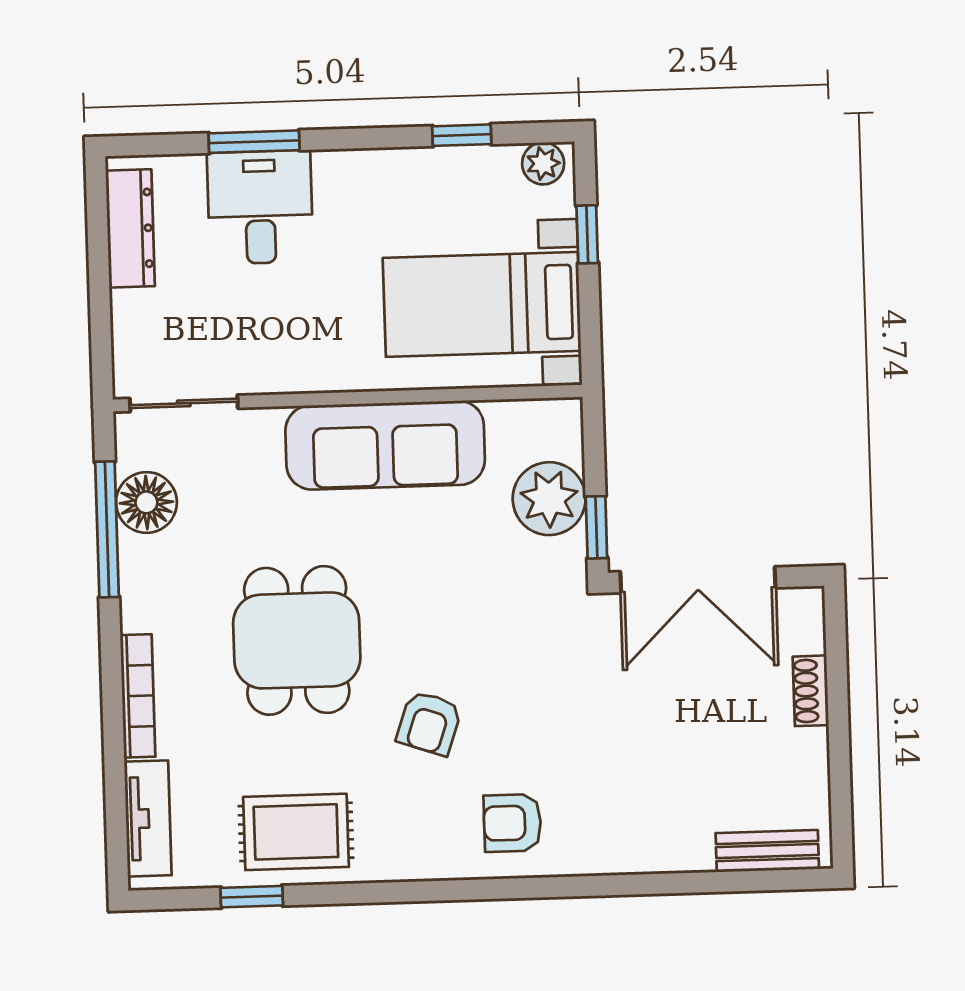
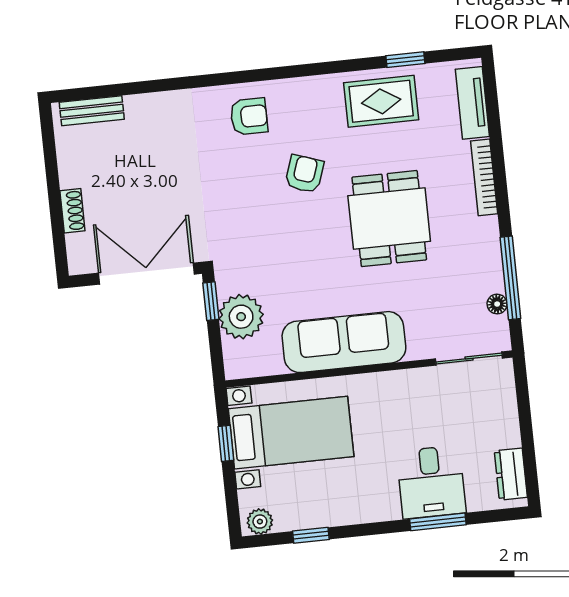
dresser: (130, 228) -> (511, 474), width x0.70
window: (587, 234) -> (226, 443), moved
floor lamp: (146, 502) -> (497, 304), width x0.53, depth x0.53

